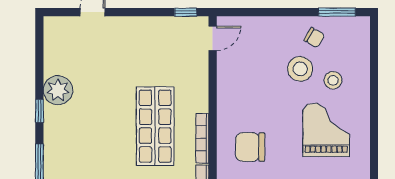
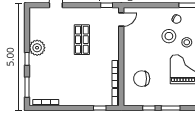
shop shelf: (155, 126) -> (82, 40), moved, width x0.70, depth x0.74

